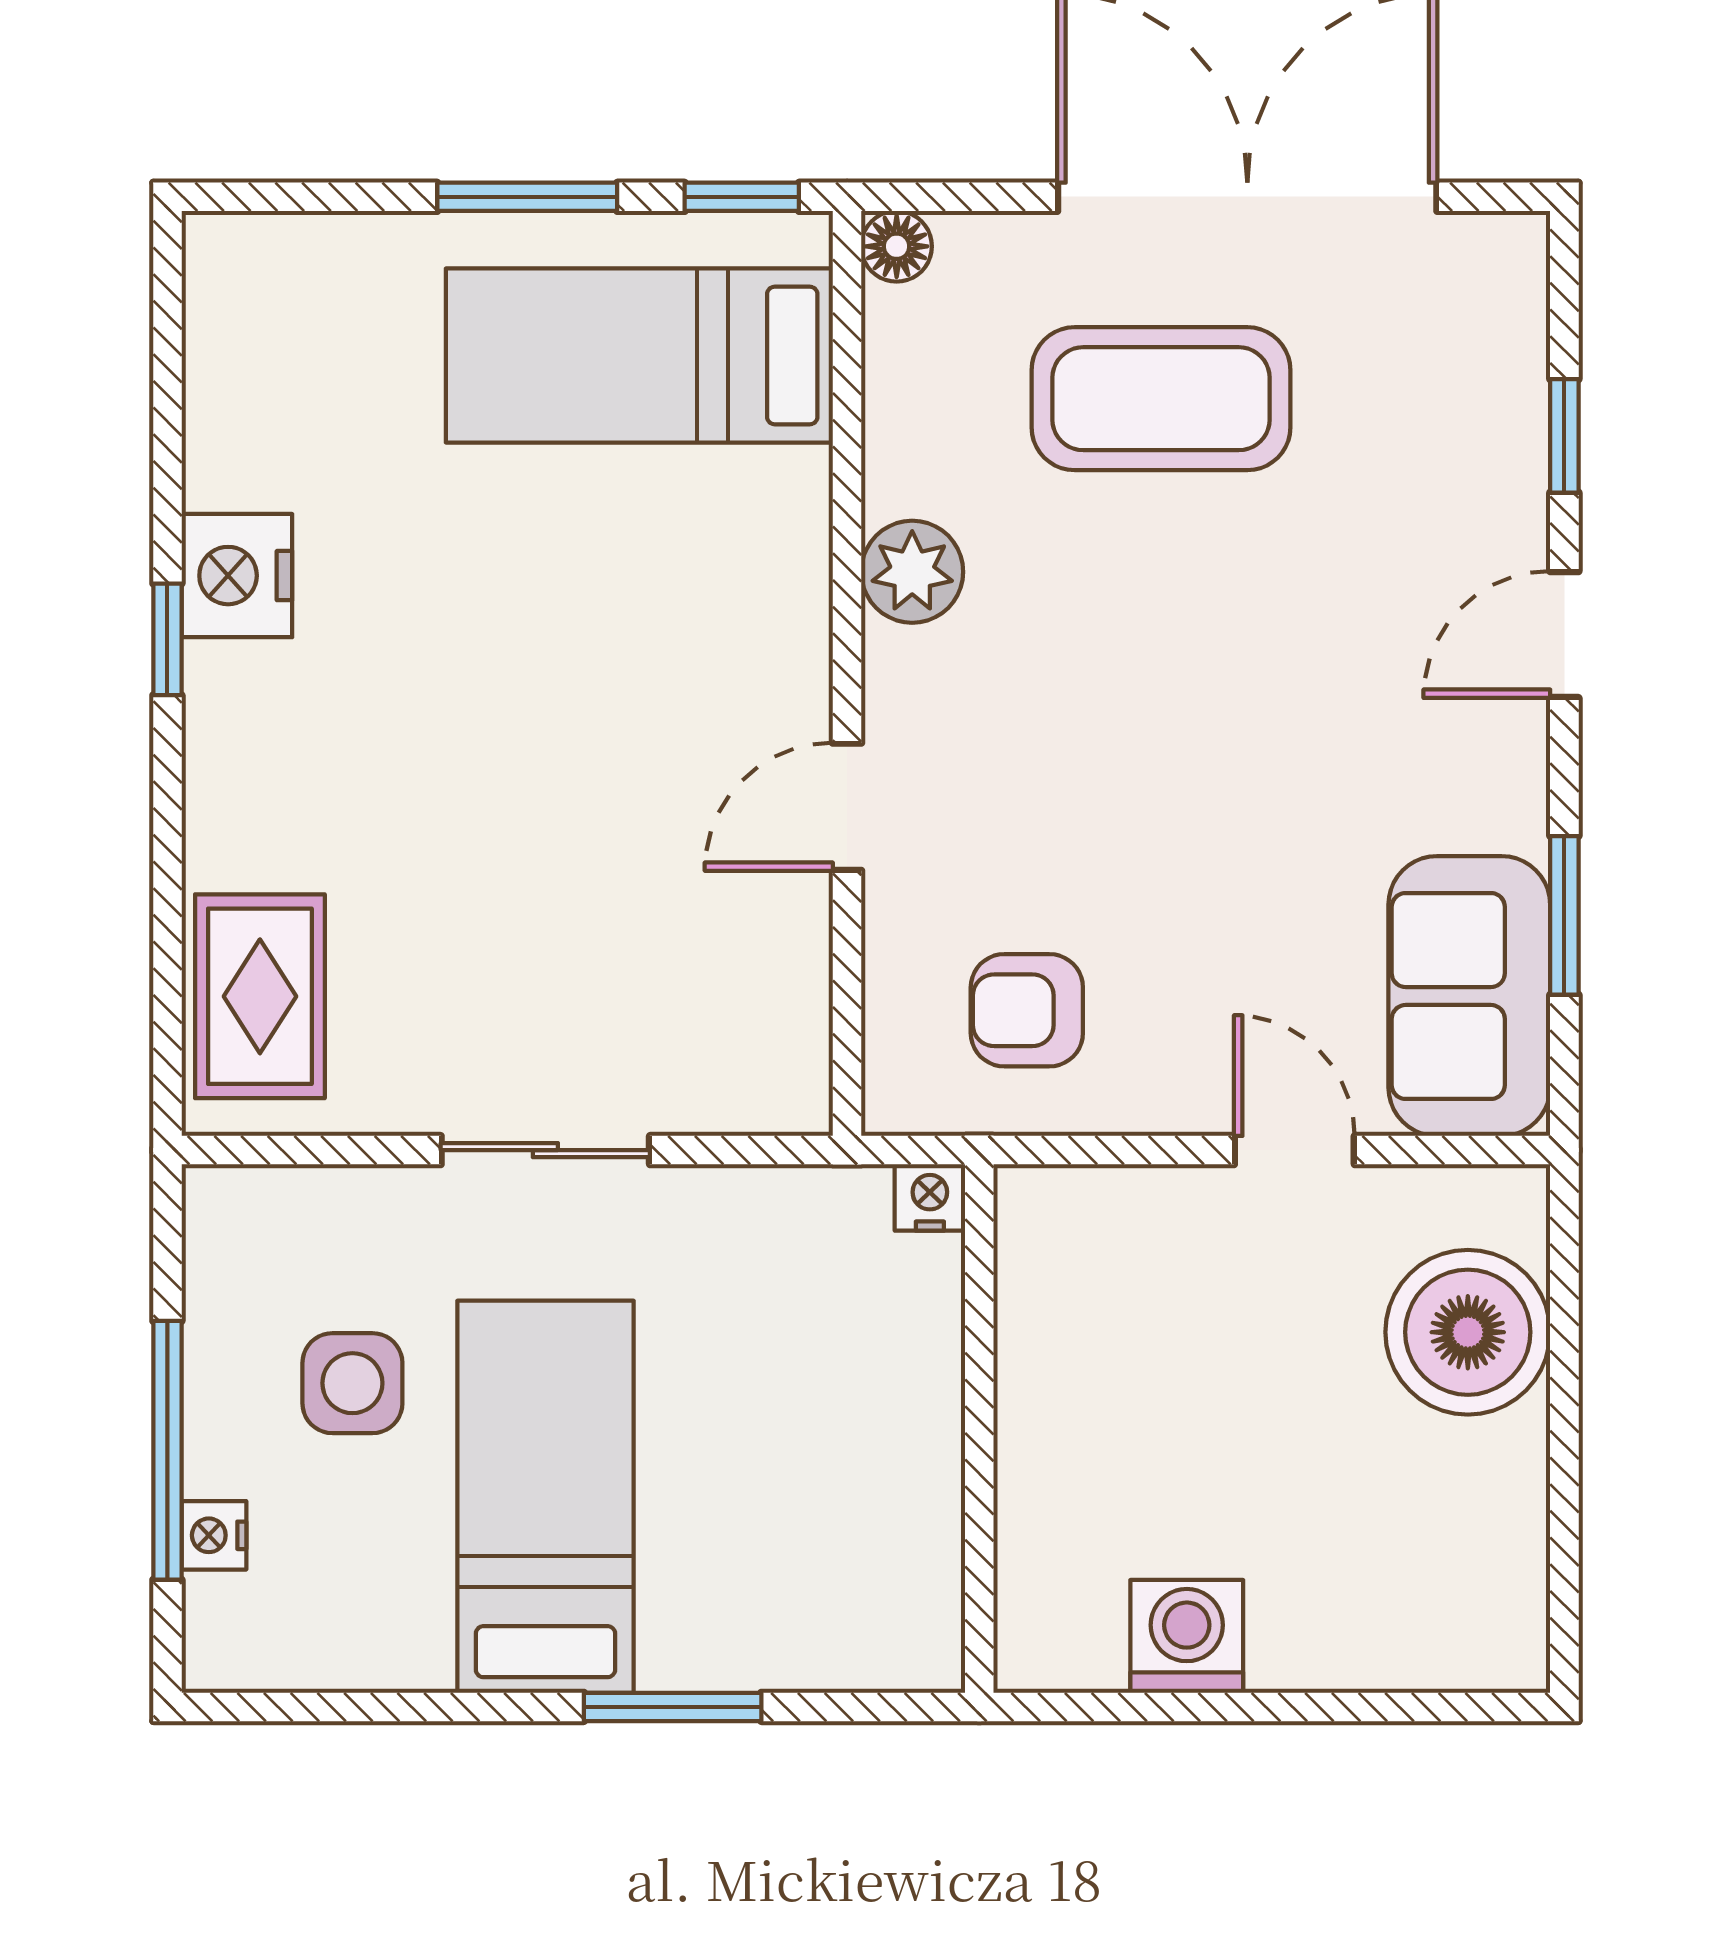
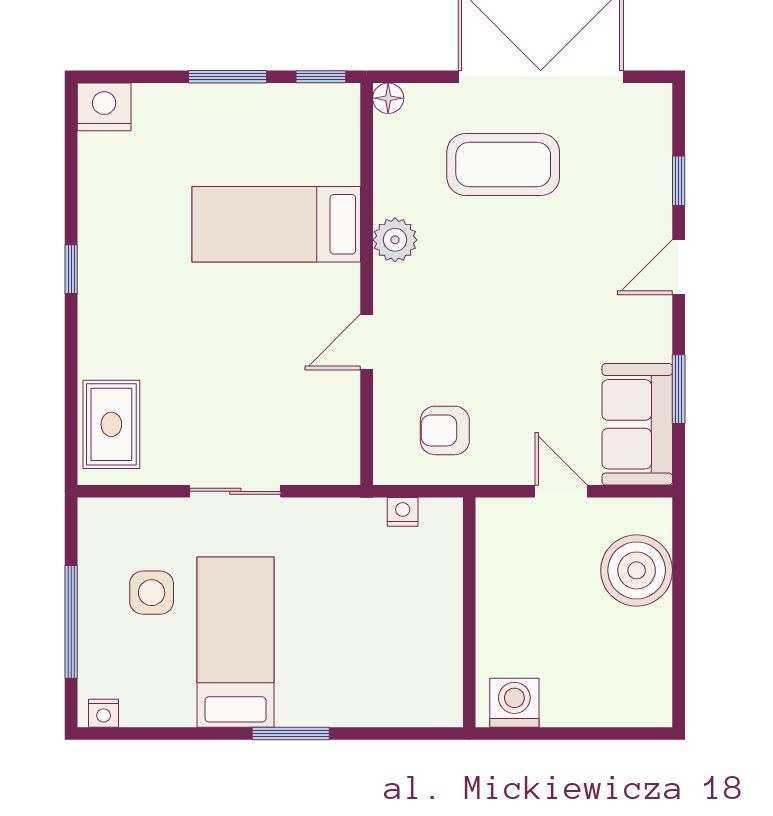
bed: (639, 356) -> (276, 224), moved
nightstand: (237, 576) -> (104, 107), moved, turned 90
wall: (979, 1429) -> (469, 612), moved
nightstand: (214, 1535) -> (104, 713), moved, turned -90

